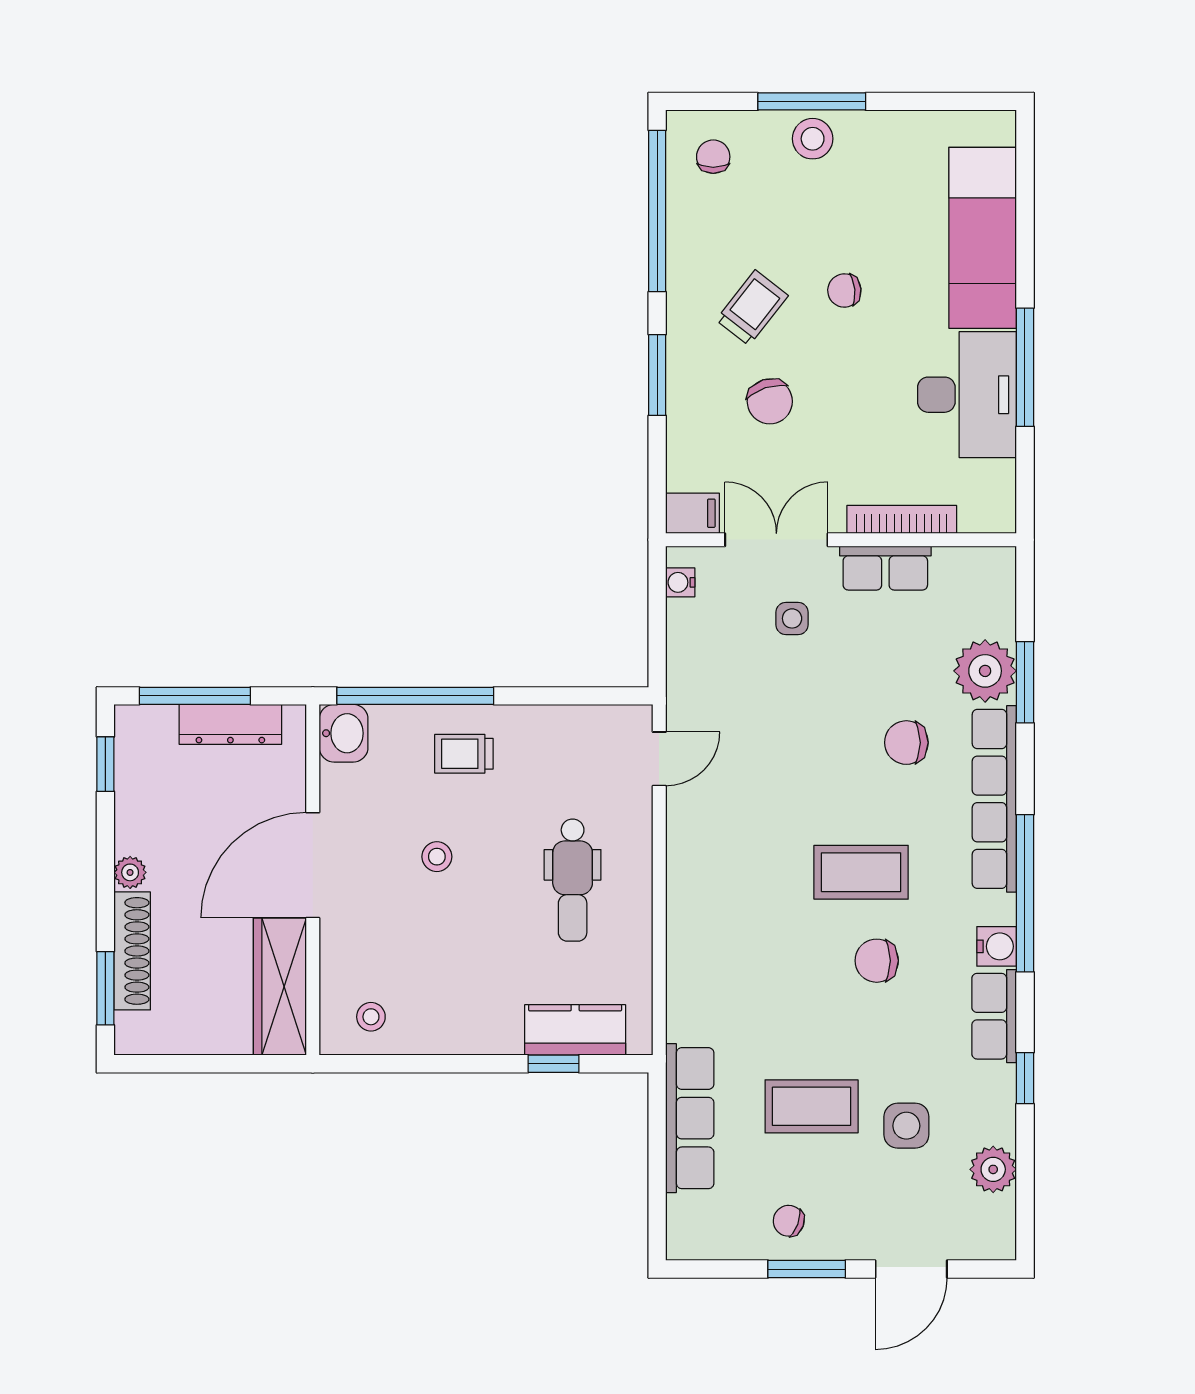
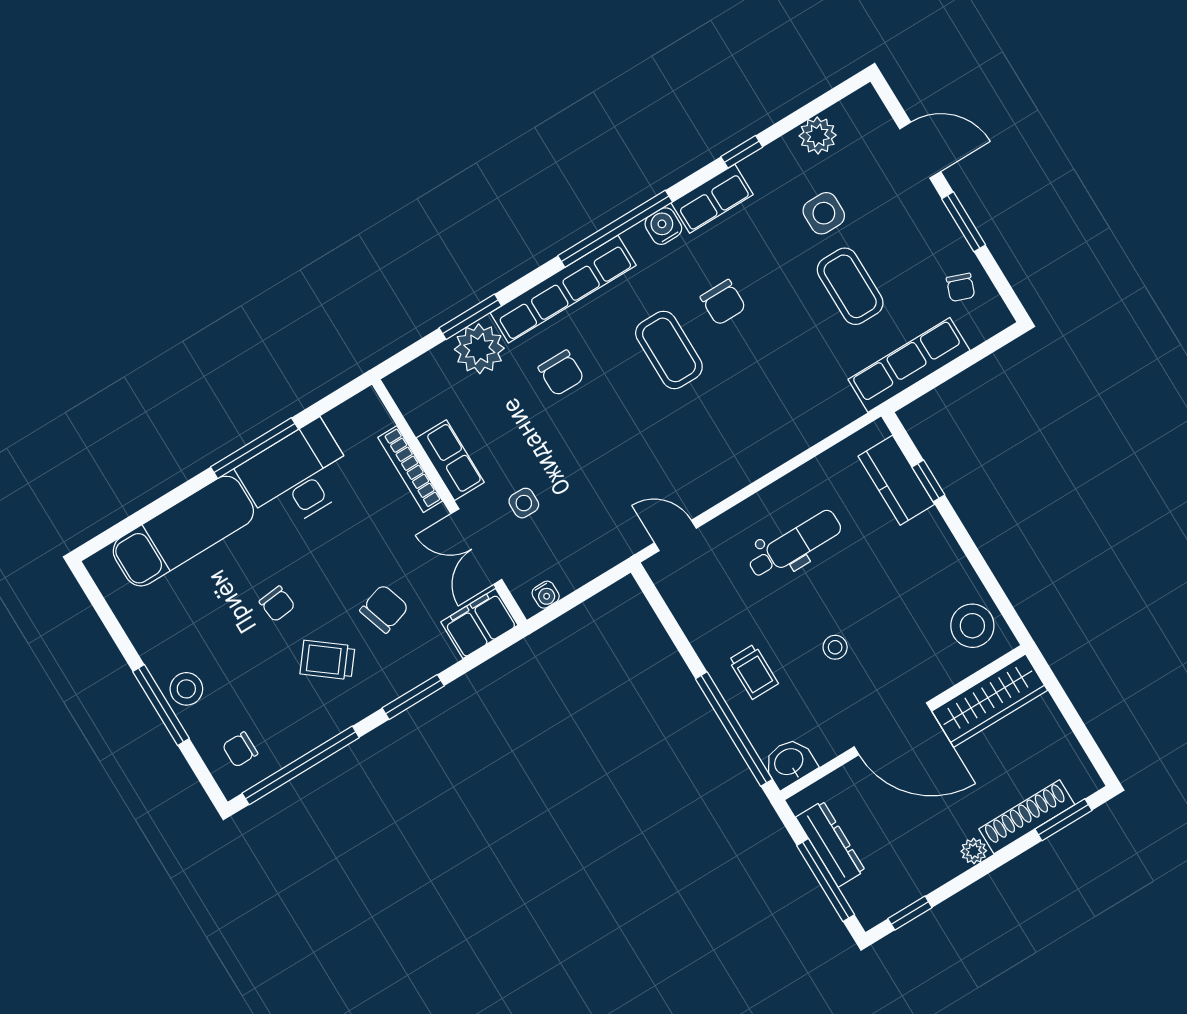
filing cabinet: (693, 513) -> (479, 624), width x2.00
stool: (371, 1017) -> (972, 626), width x1.89, depth x1.89
chair: (789, 1221) -> (961, 287), moved

